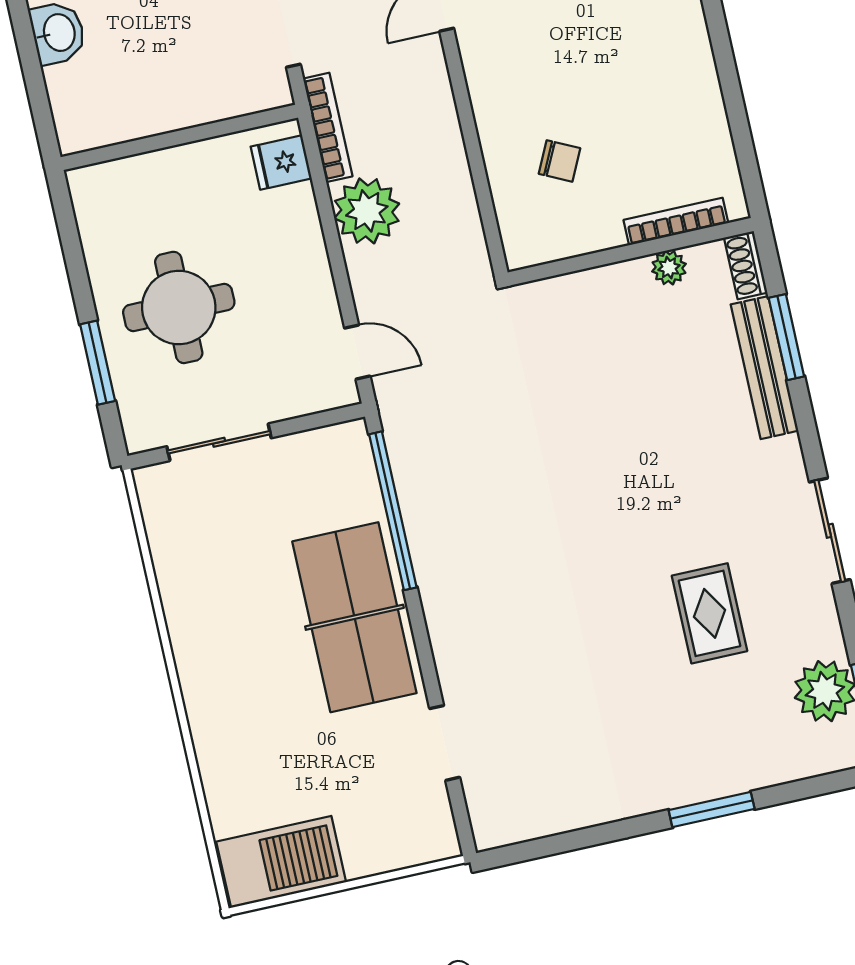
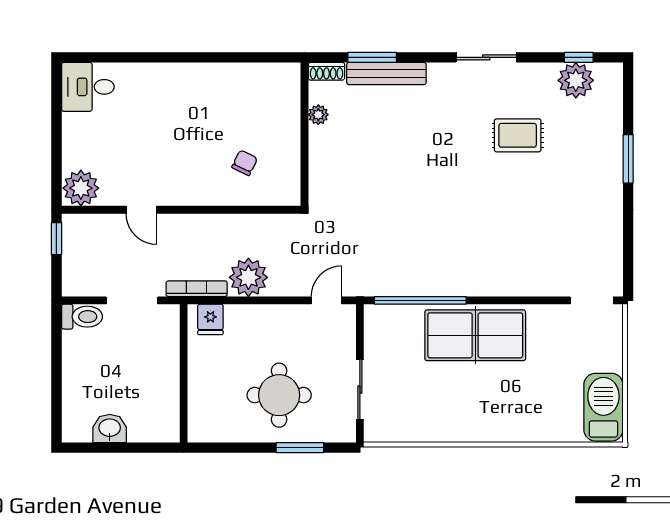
bookcase: (676, 222) -> (293, 105), removed
doorway: (445, 743) -> (592, 300), moved

